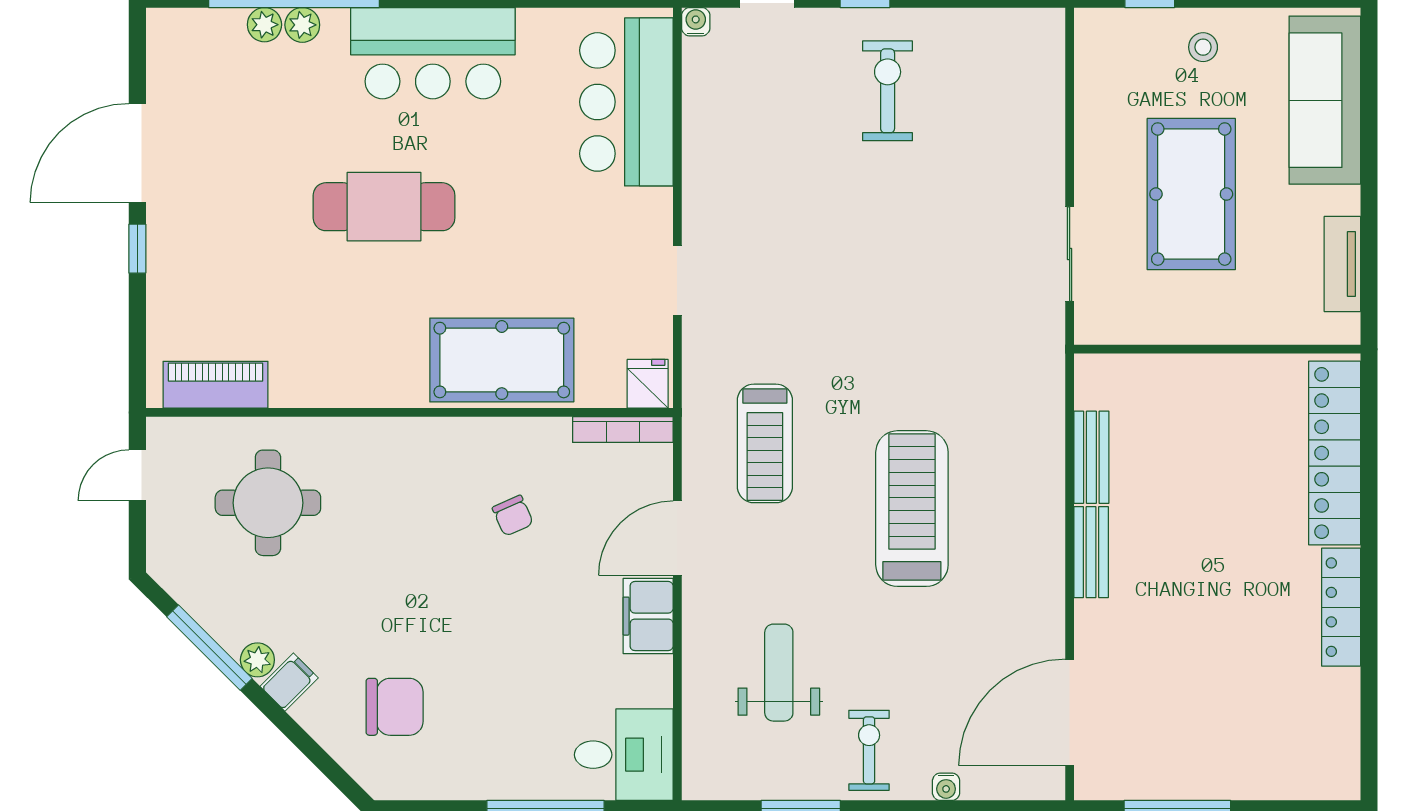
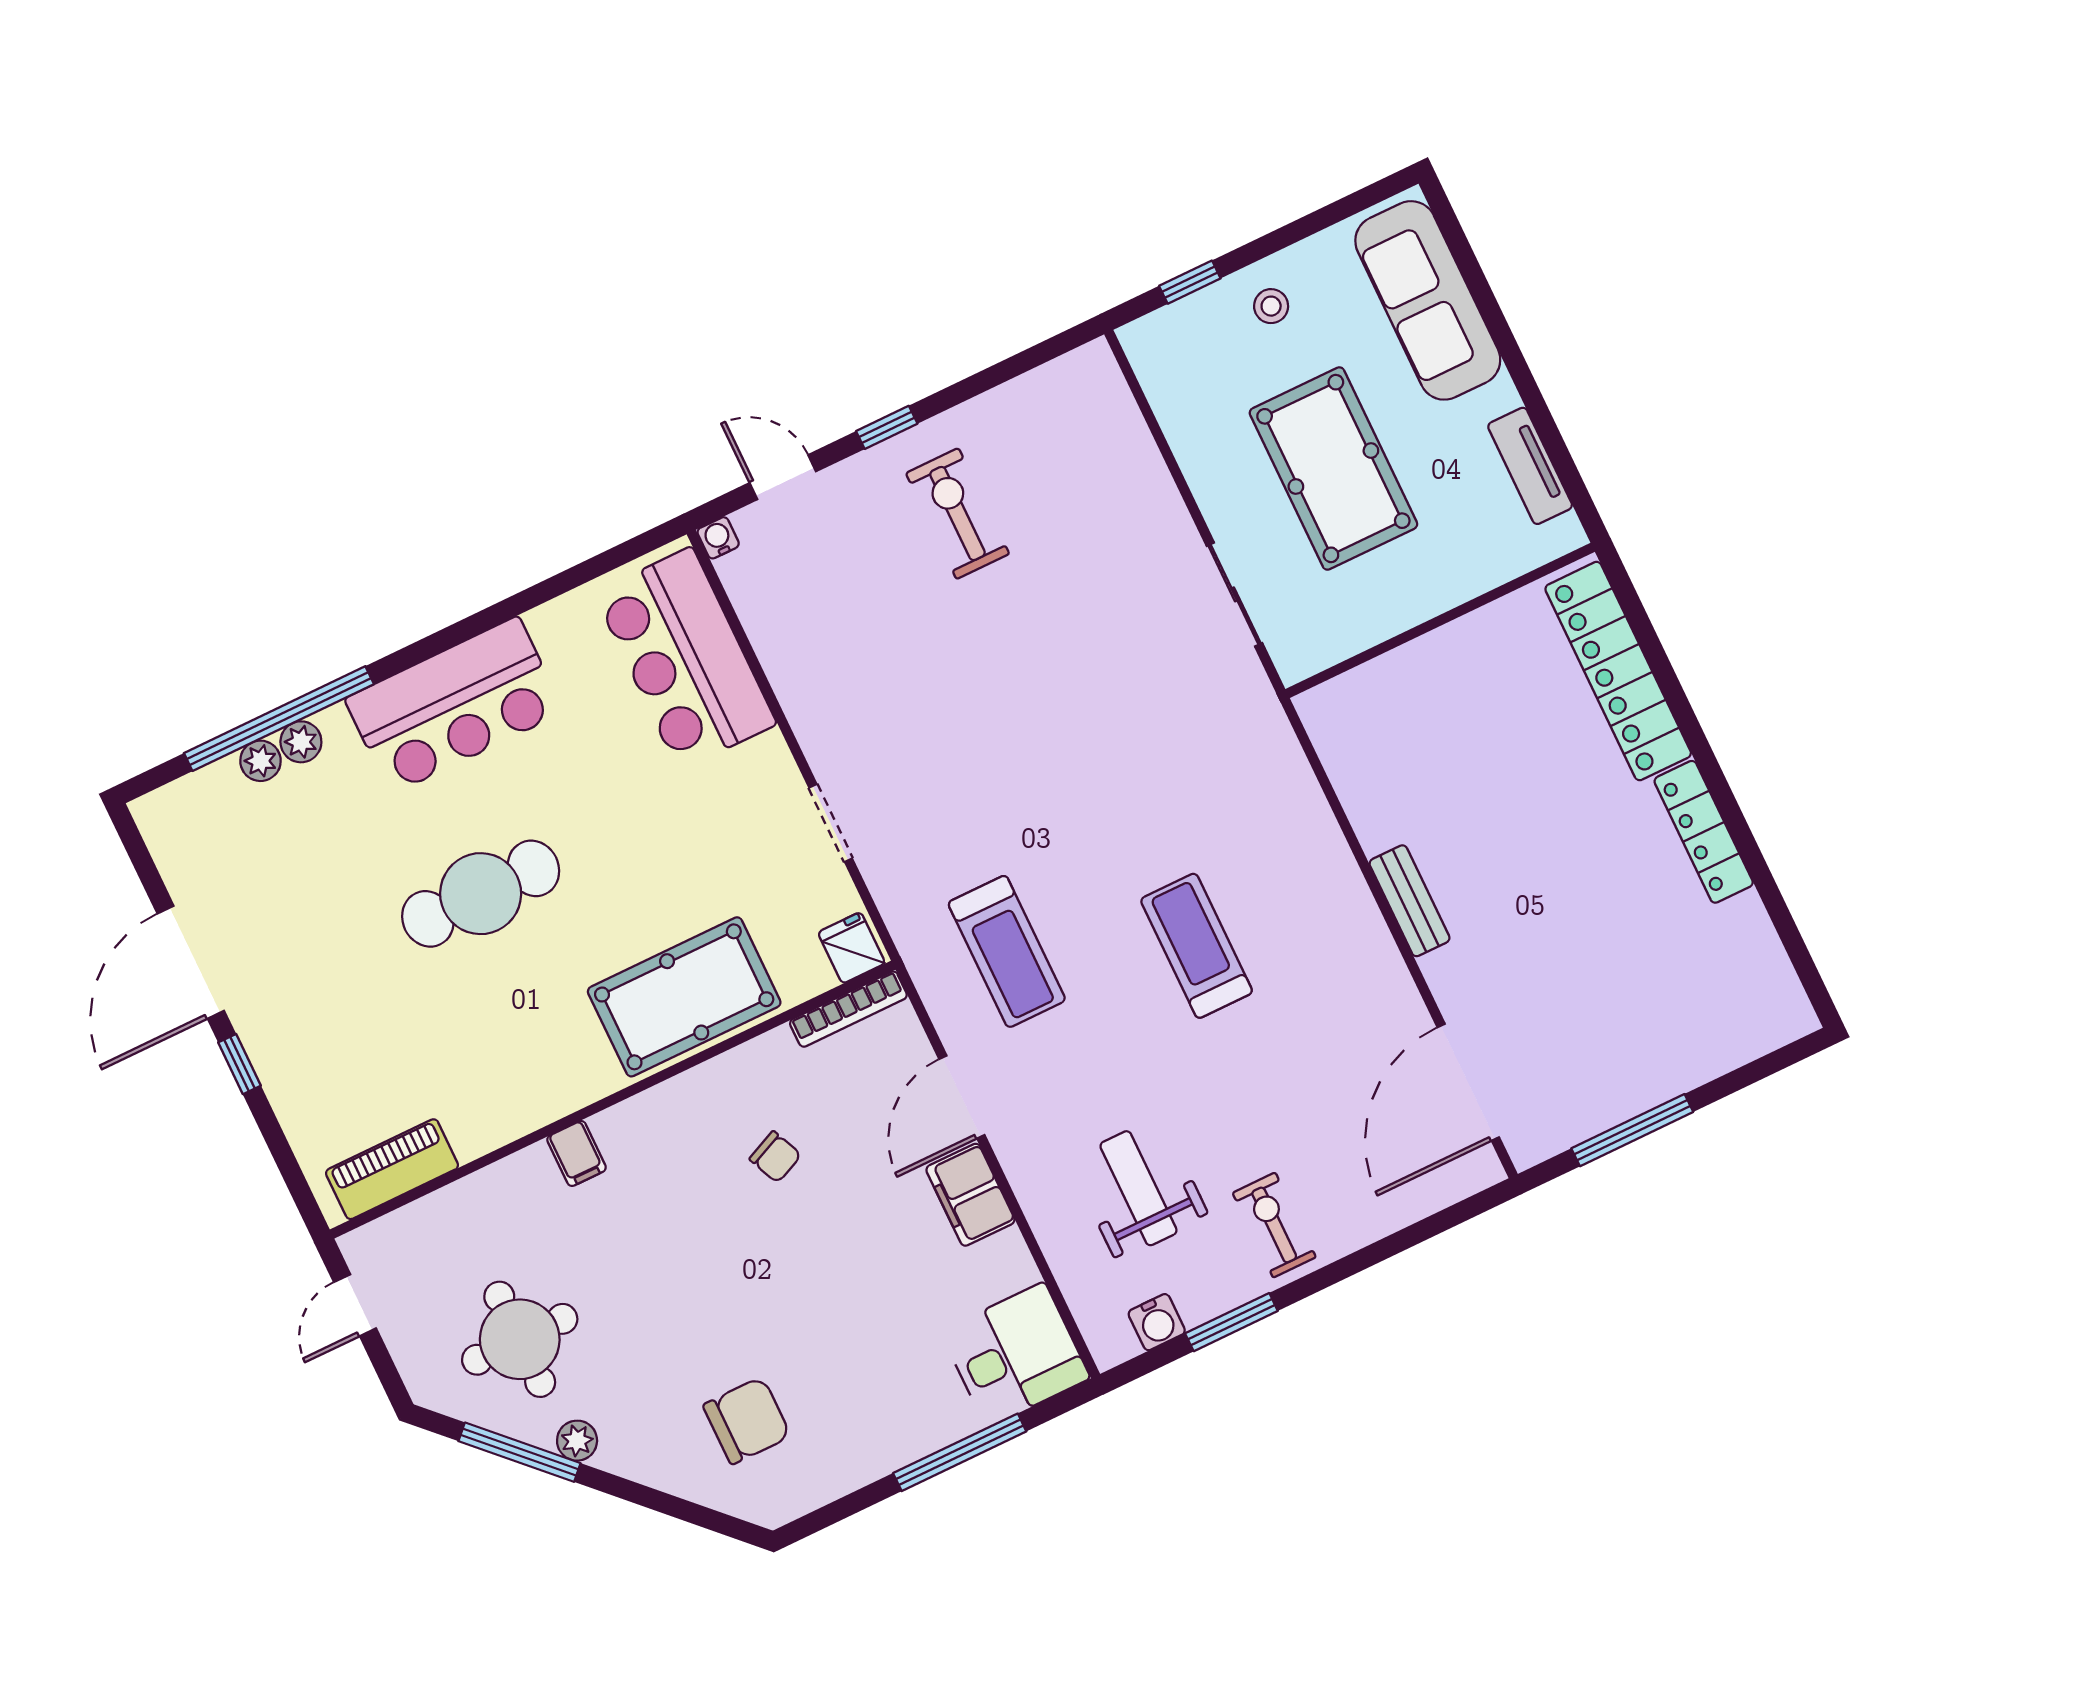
bench: (1091, 457) -> (1361, 800), removed
round table: (268, 503) -> (520, 1339), moved
treadmill: (912, 509) -> (1197, 946), width x0.73, depth x0.73
filing cabinet: (289, 682) -> (577, 1153), moved, turned 135
water cooler: (946, 787) -> (1157, 1322), moved, width x1.38, depth x1.38

